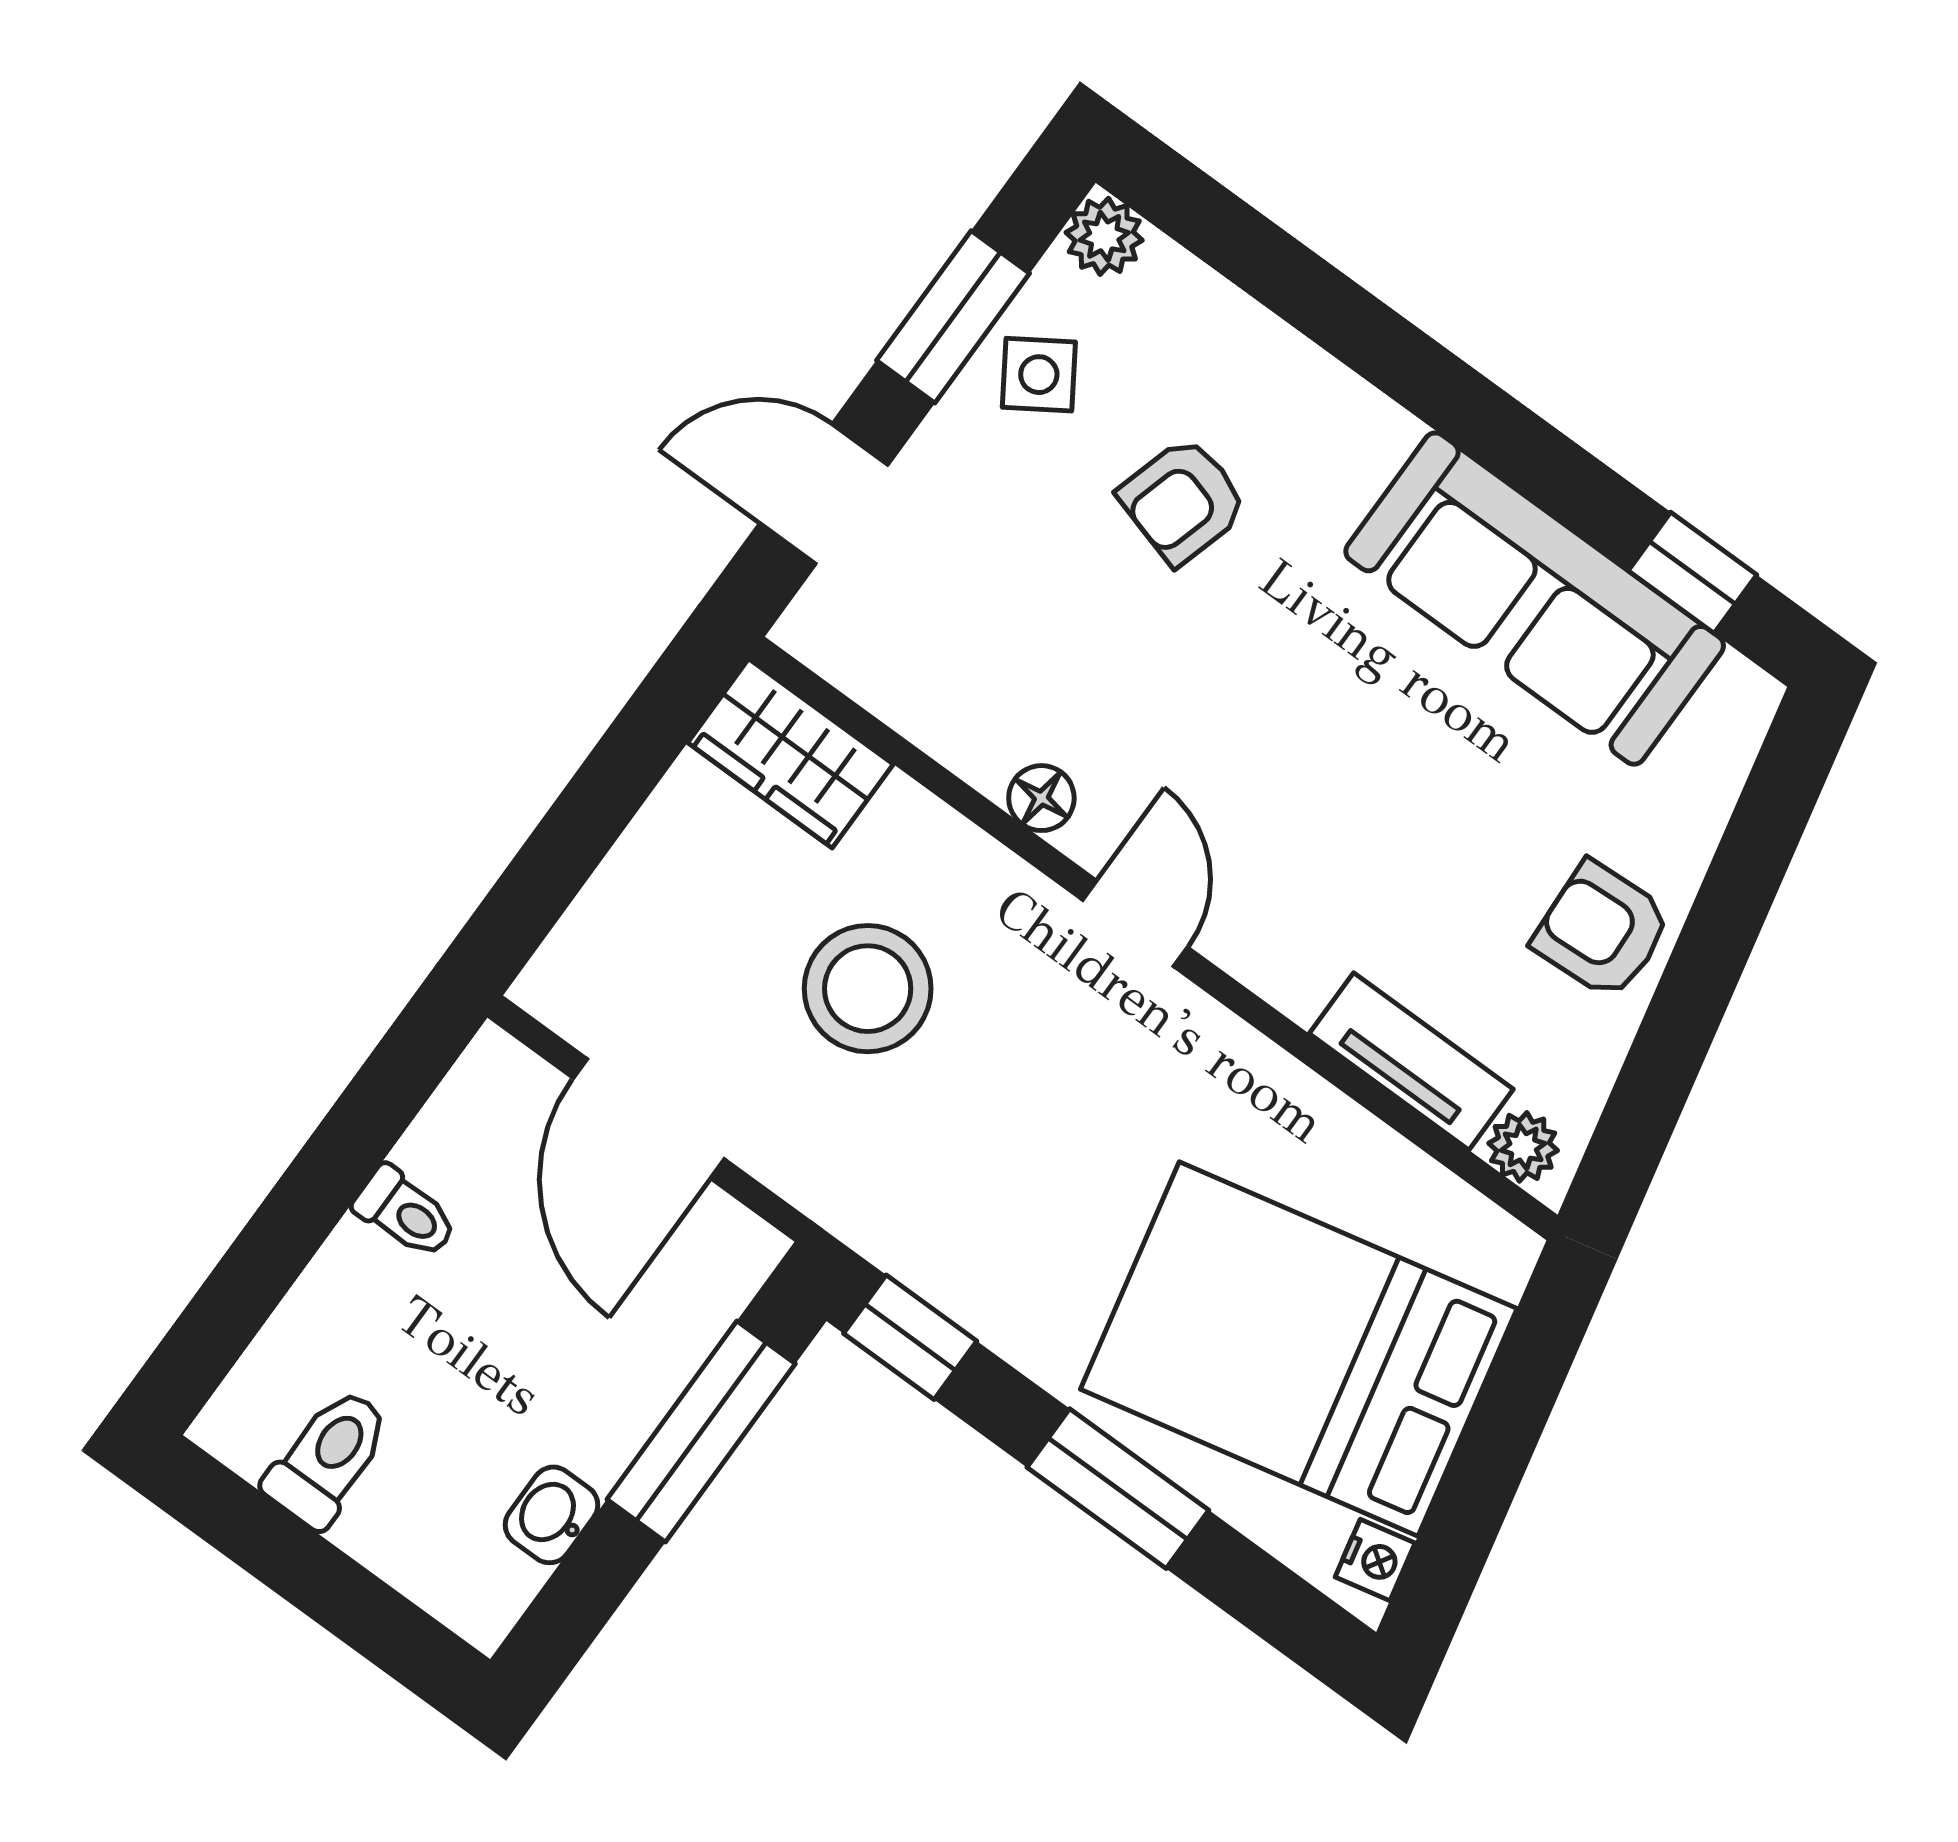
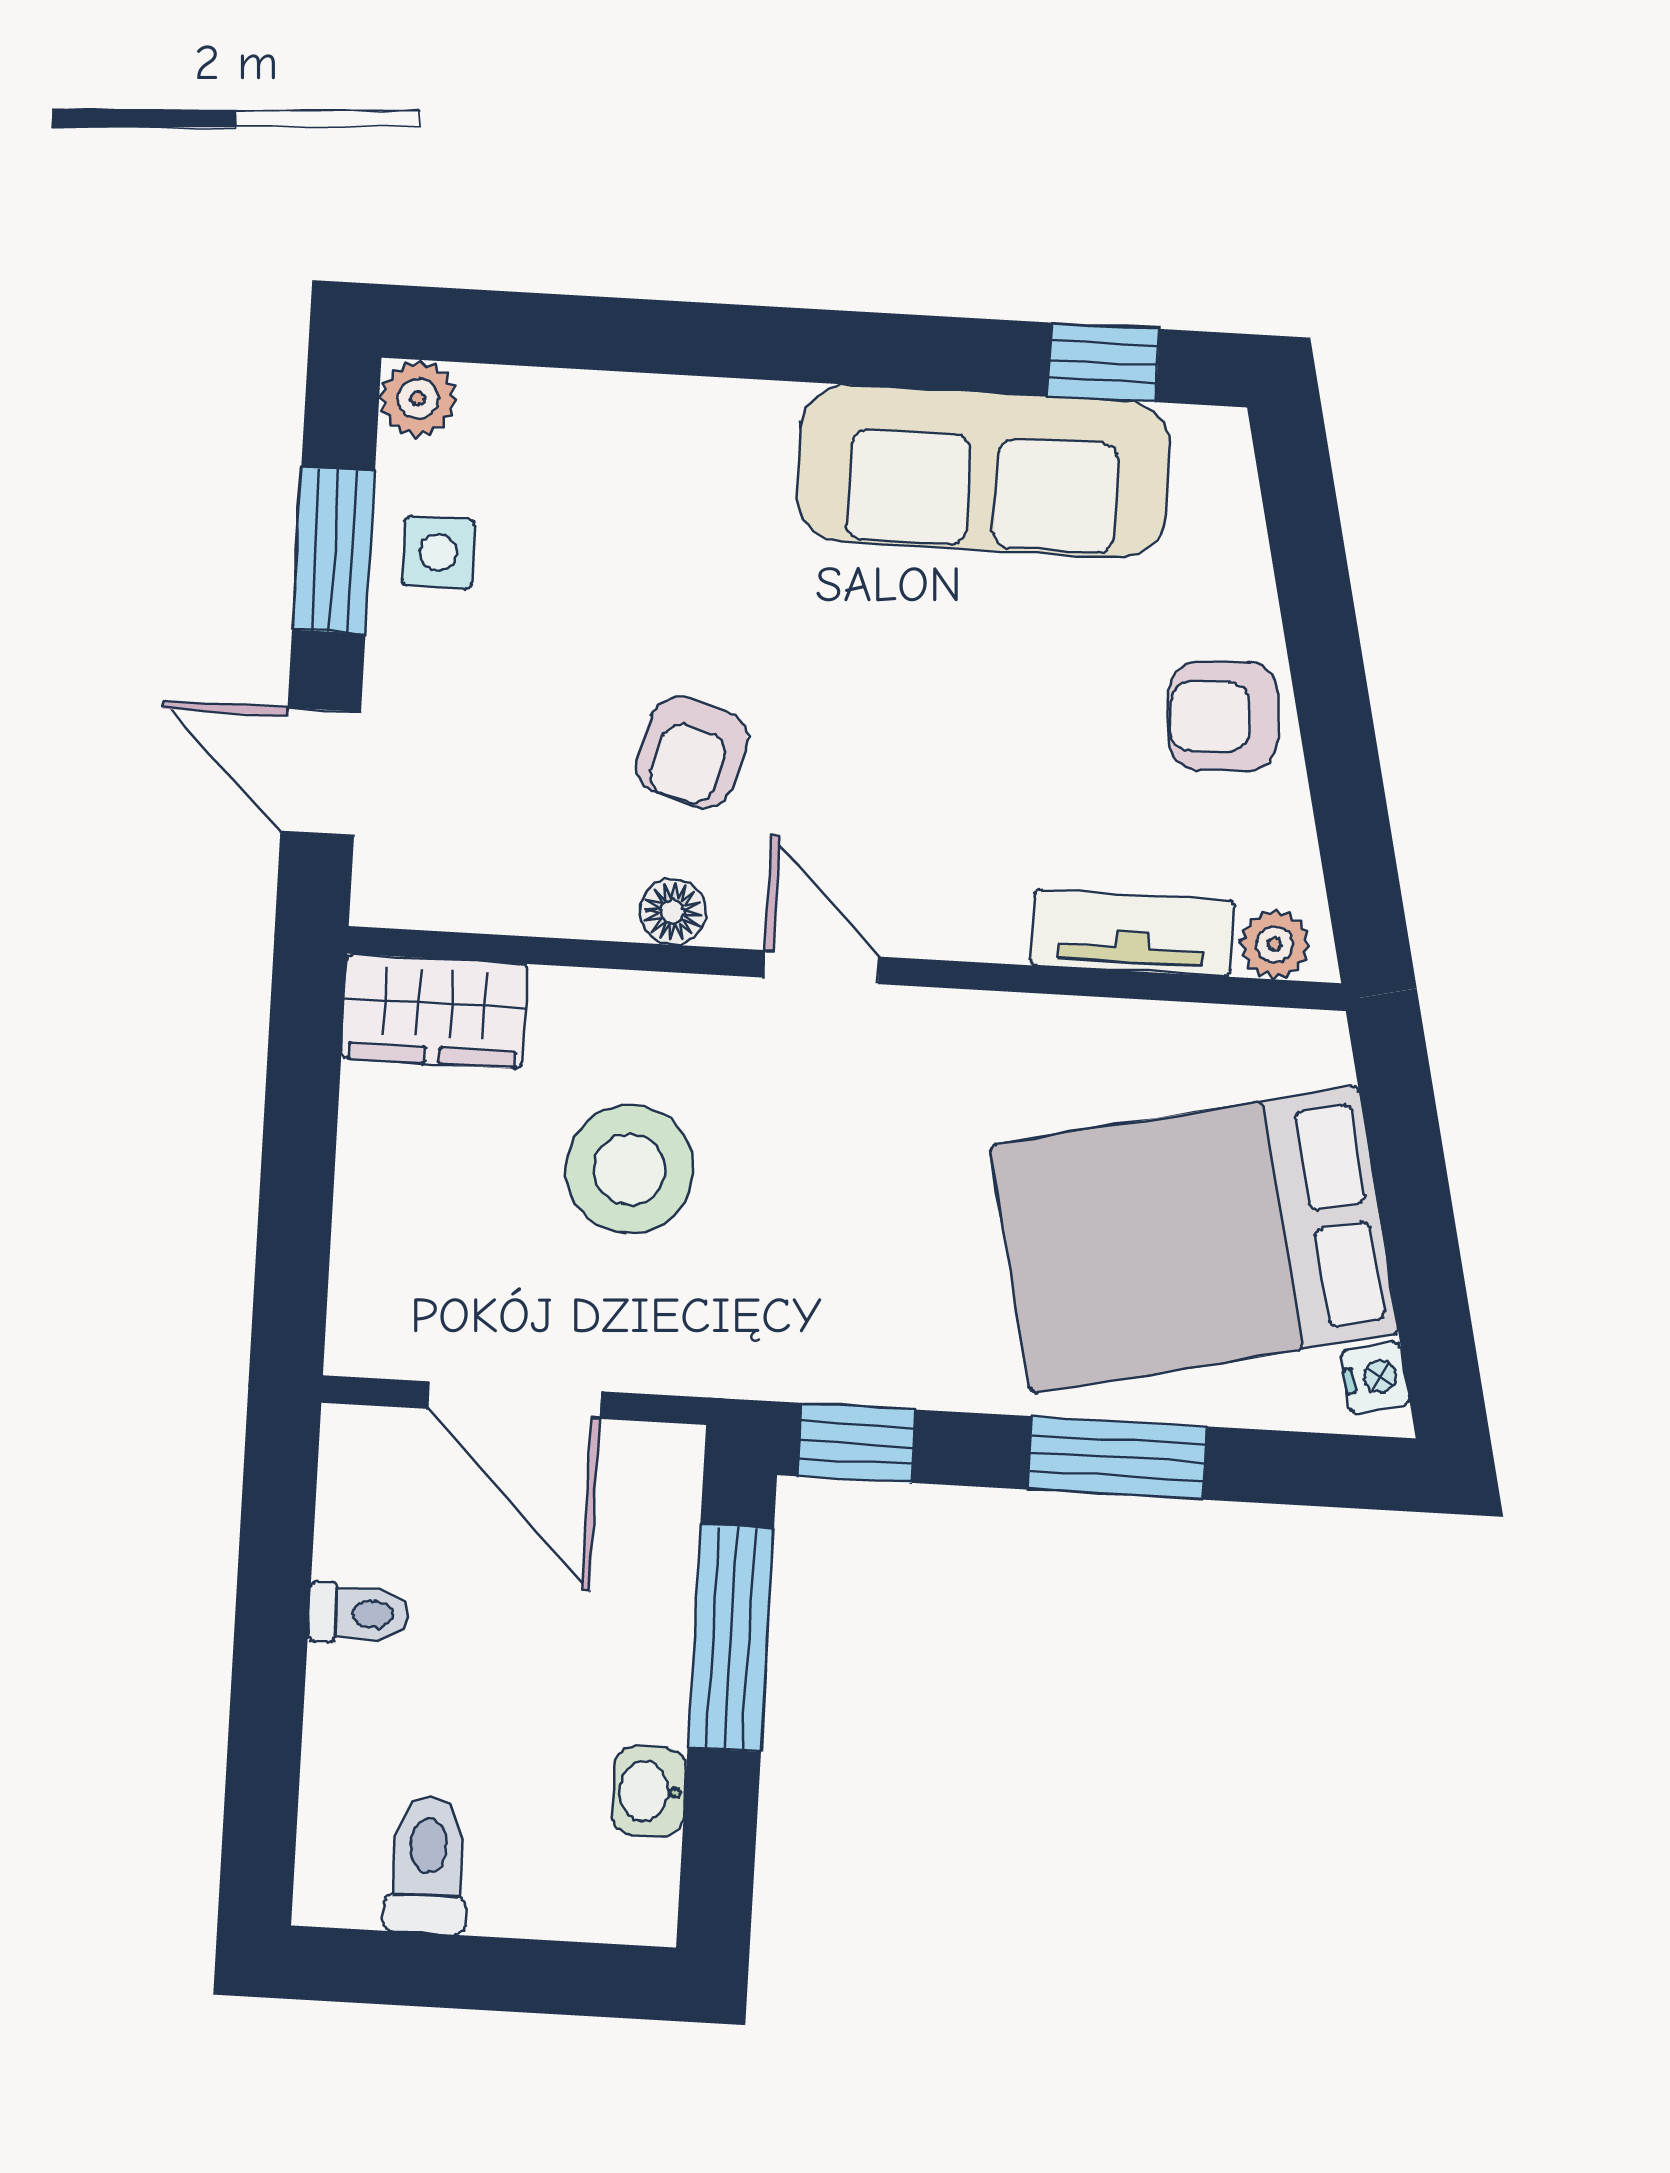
side table: (1039, 375) -> (438, 552), turned 33
door: (824, 494) -> (321, 772), hinge flipped
armchair: (1183, 501) -> (691, 752), moved

